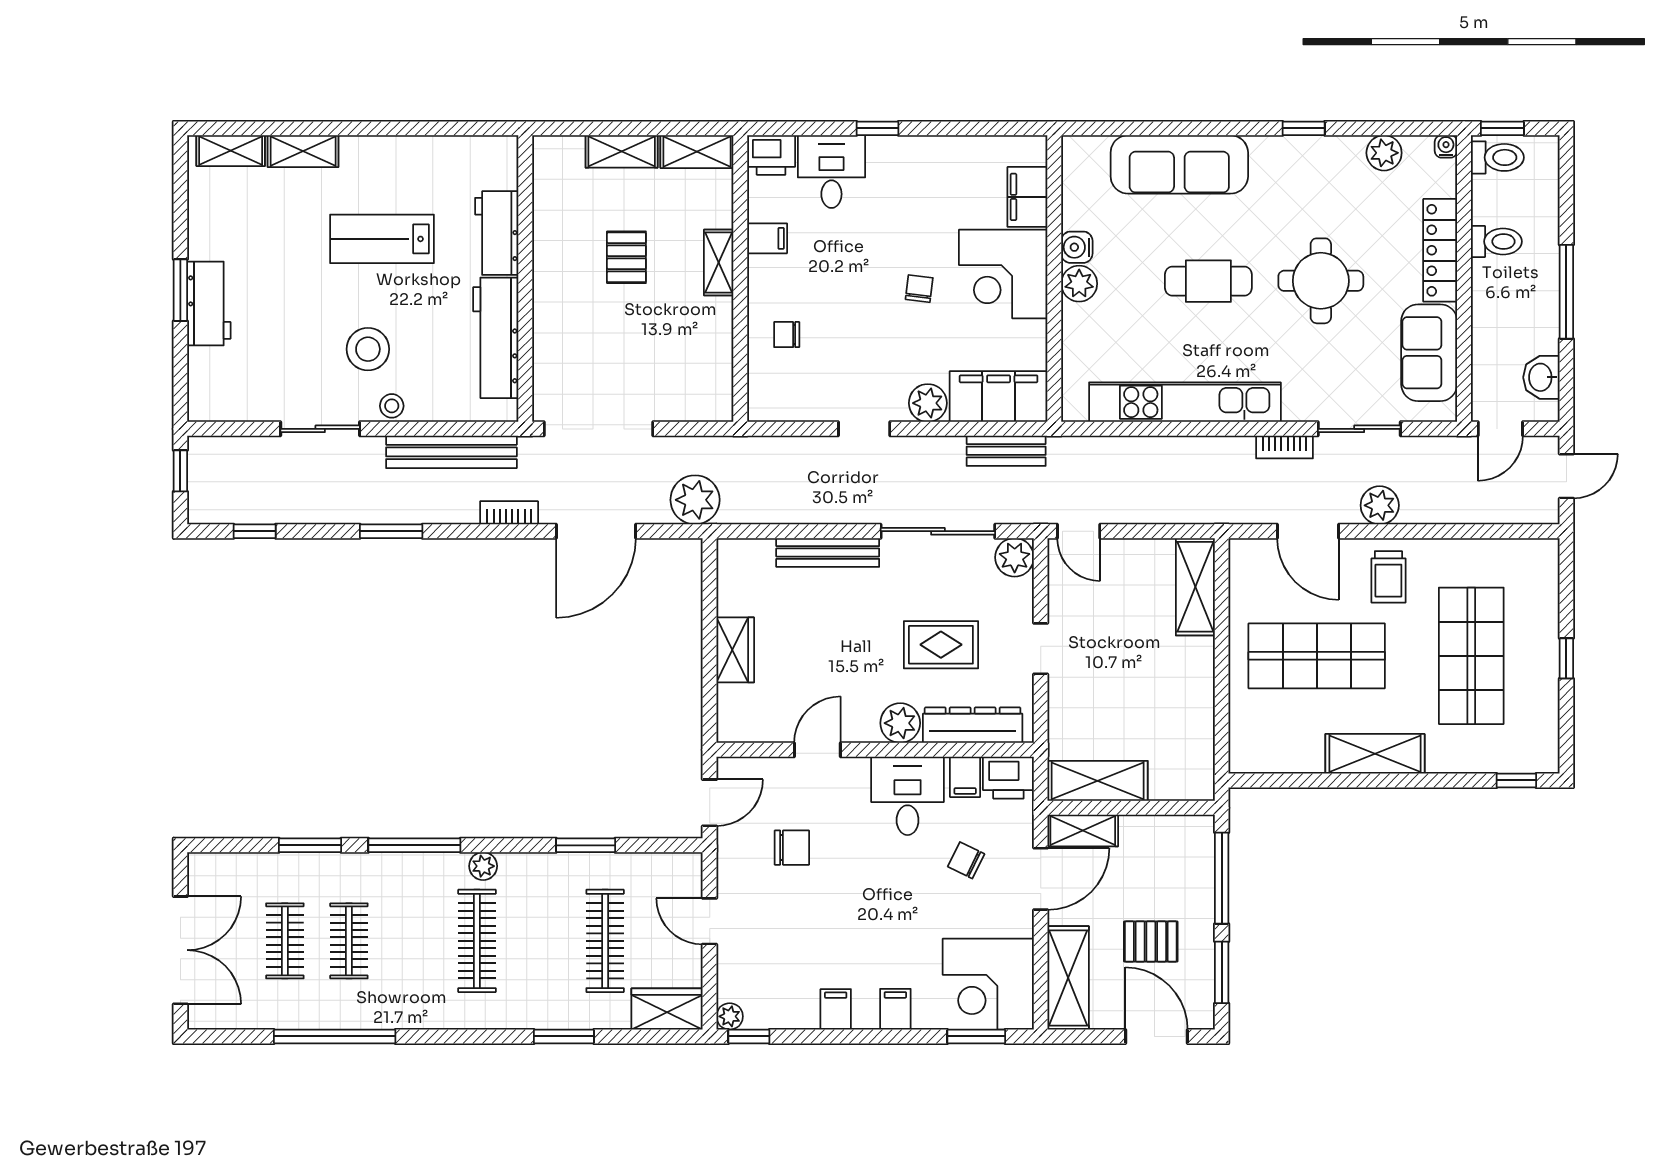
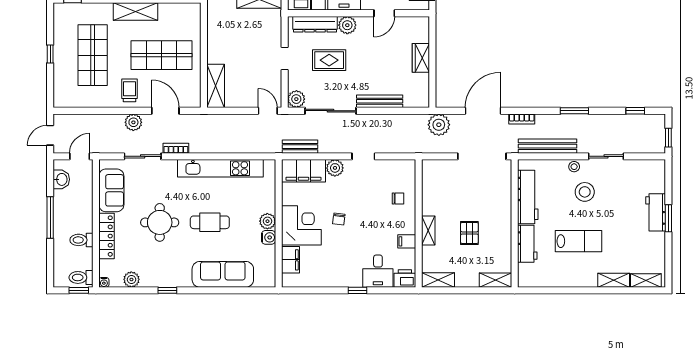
shelving: (622, 151) -> (495, 280), moved

